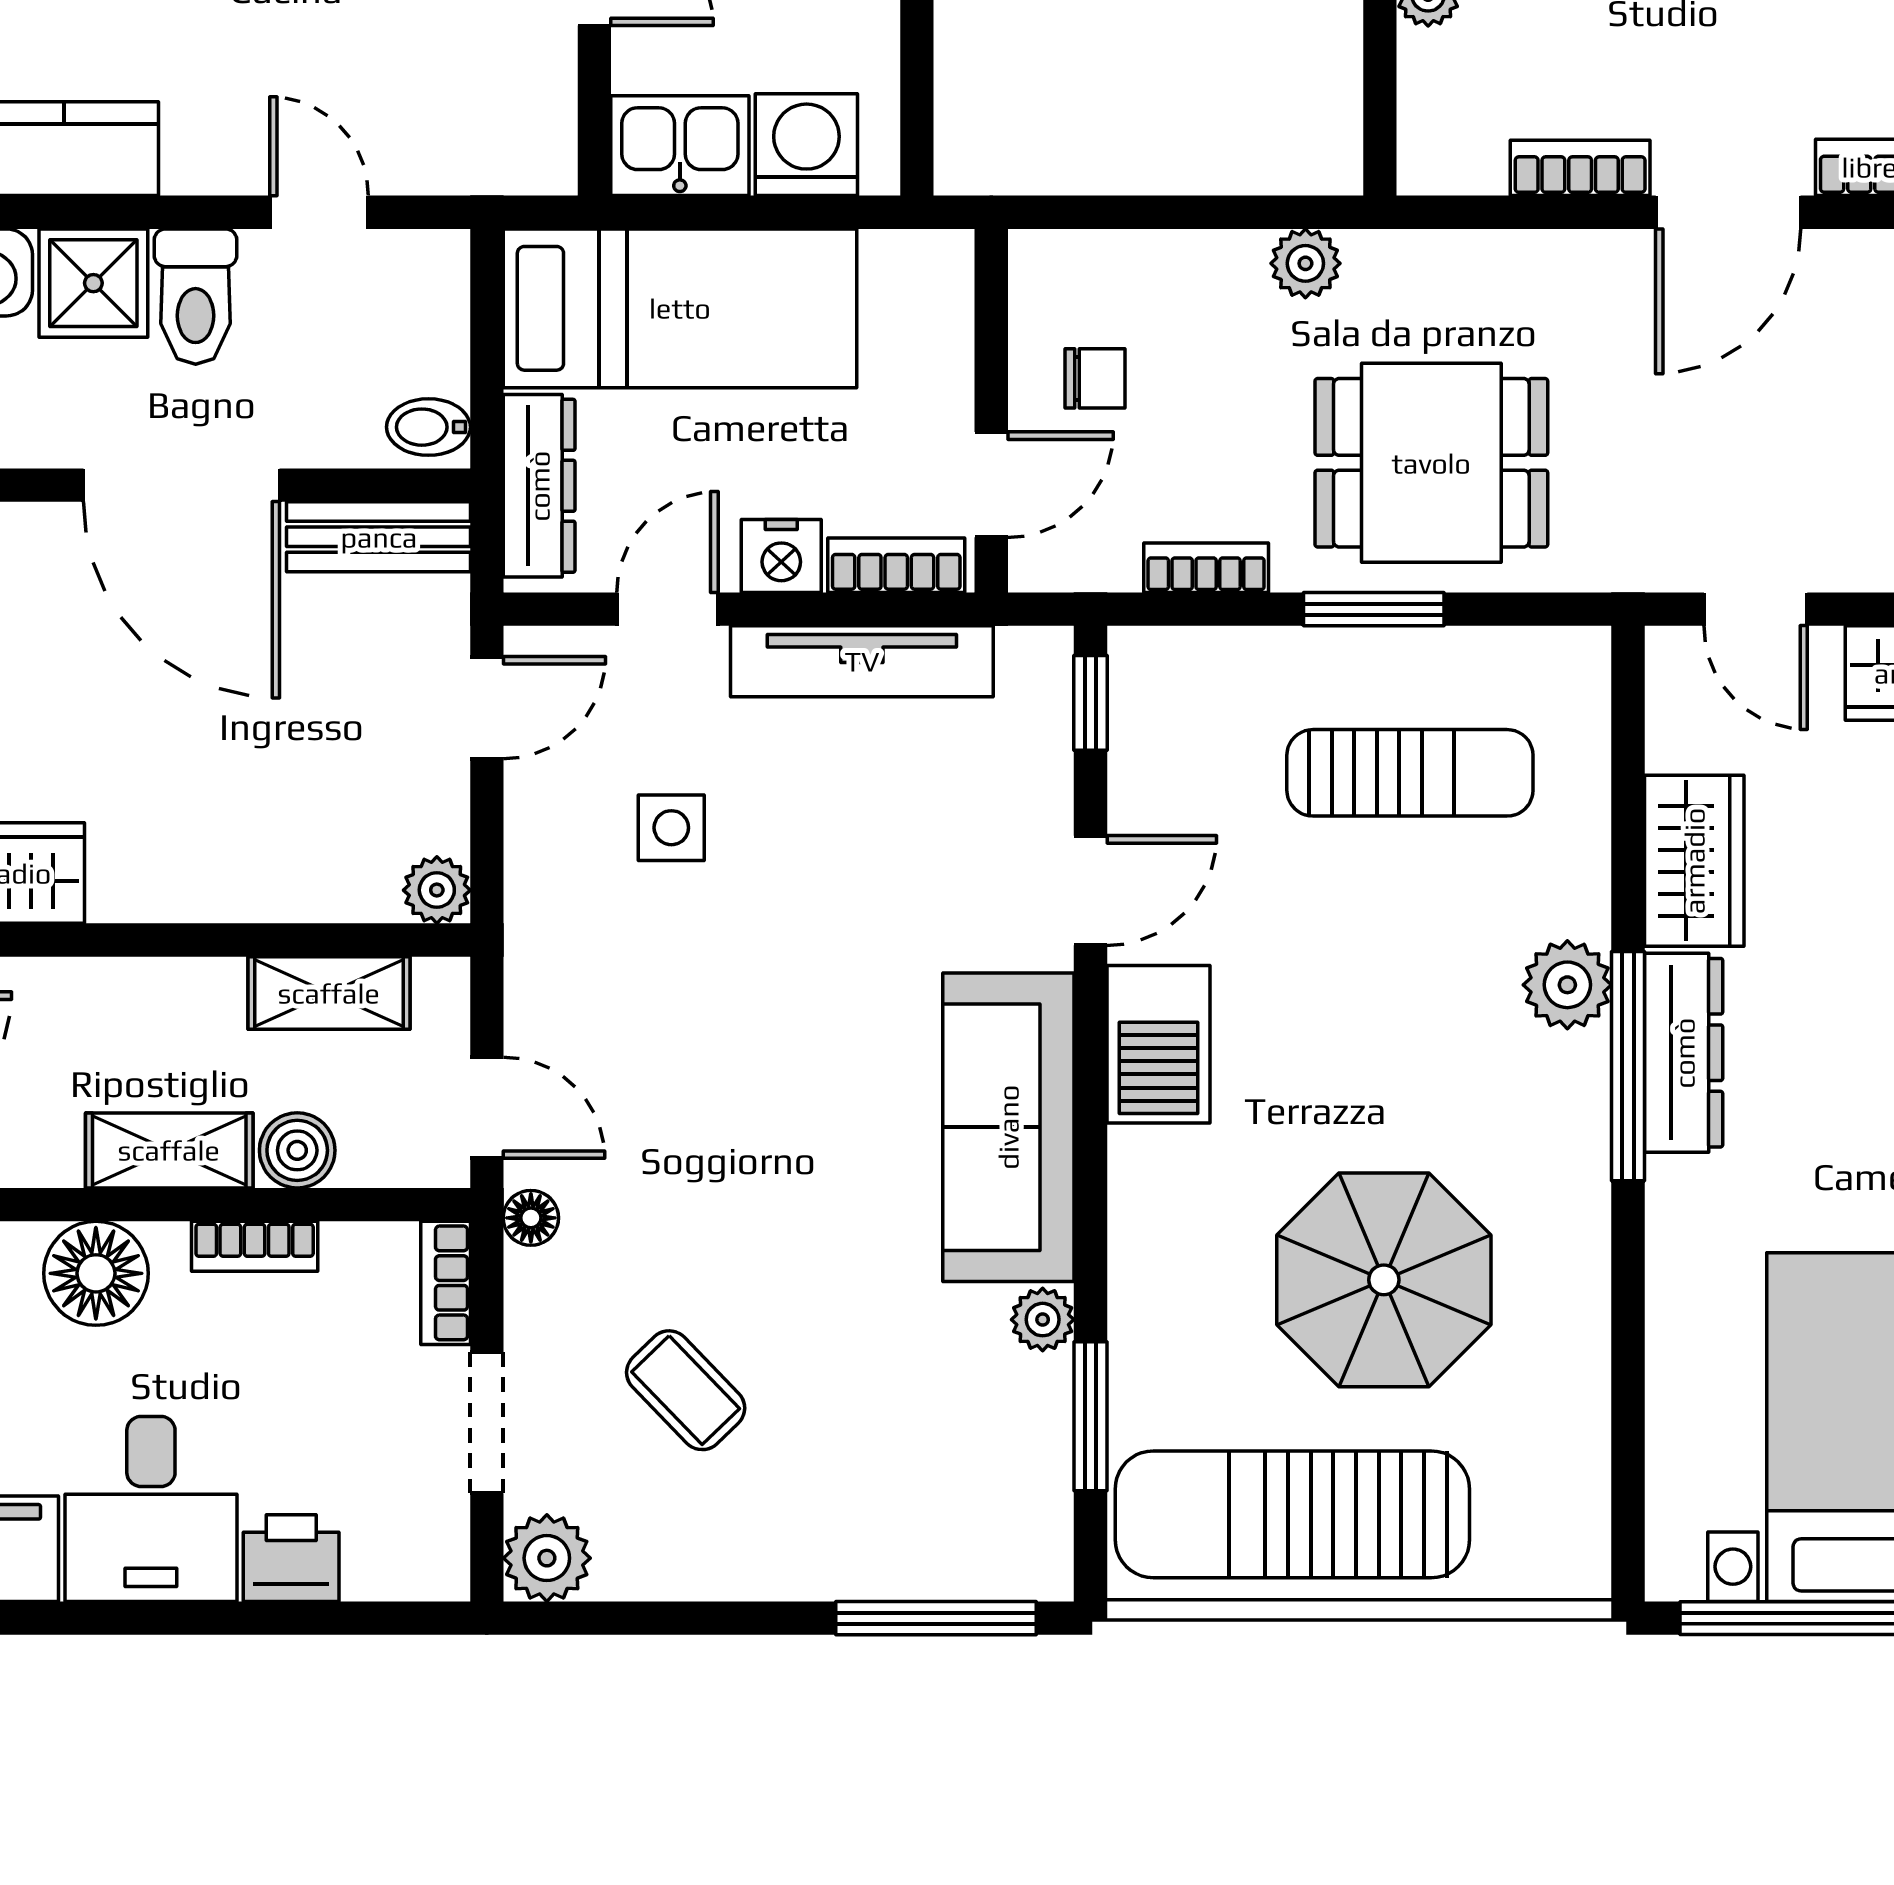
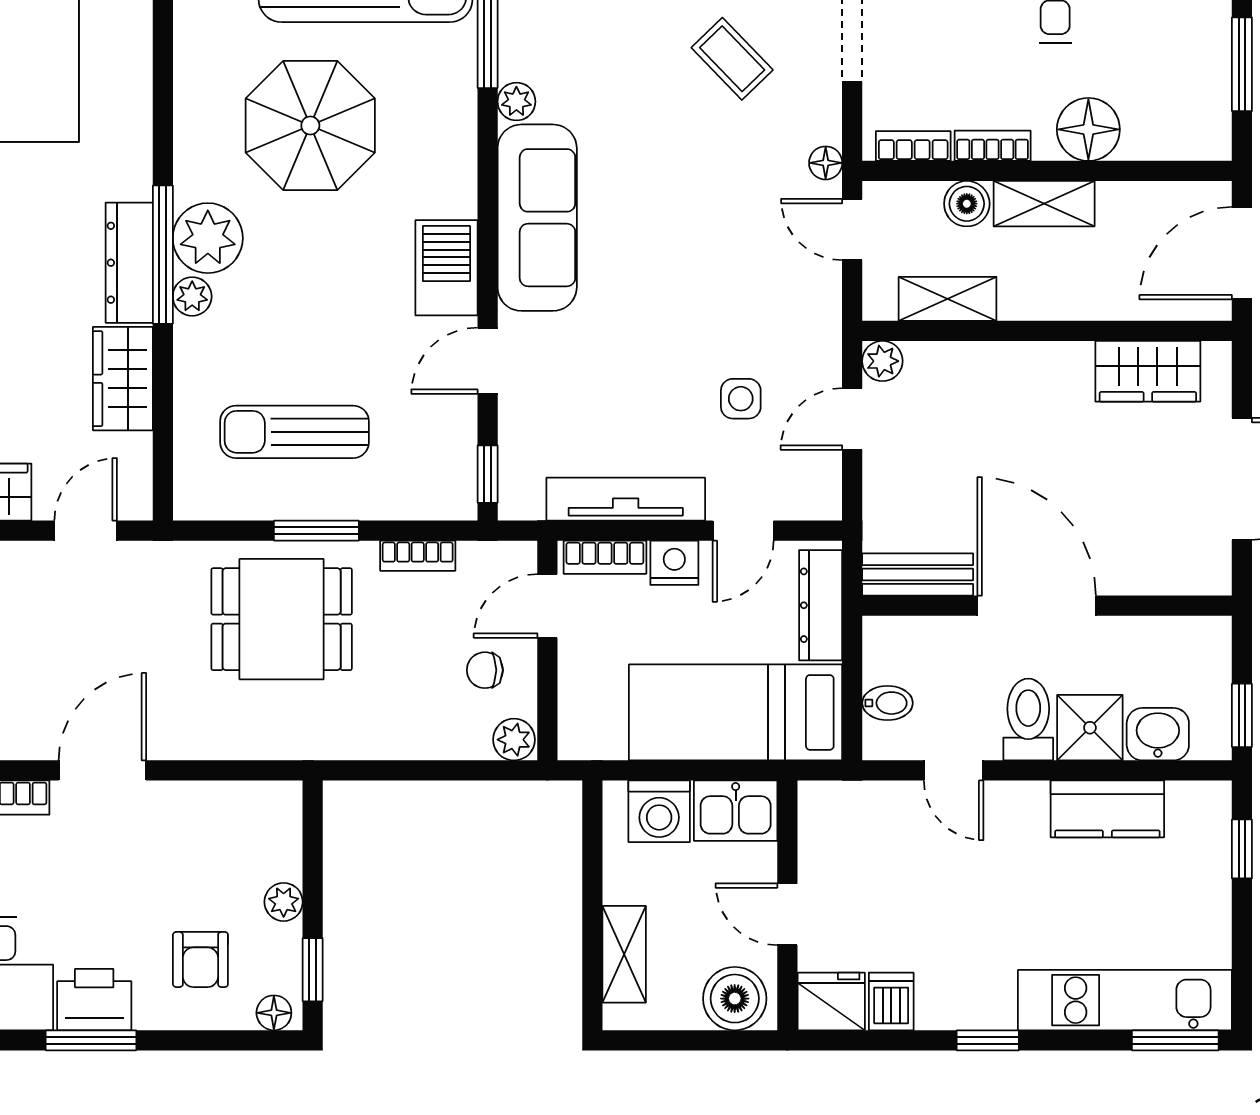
bookcase: (1580, 168) -> (192, 797), removed
plant: (1305, 263) -> (514, 740), moved
bidet: (428, 427) -> (887, 703), moved
door: (1756, 609) -> (86, 531), hinge flipped
door: (487, 708) -> (852, 419), moved
plant: (1567, 985) -> (192, 296), width x0.73, depth x0.73
plant: (1554, 1094) -> (208, 238), added
bookcase: (446, 1283) -> (913, 146), moved, turned -90

